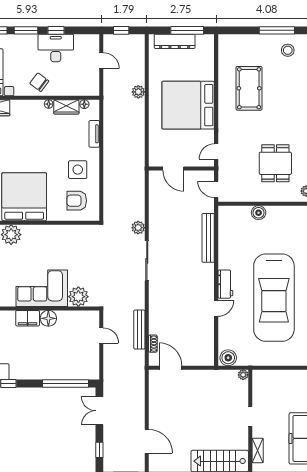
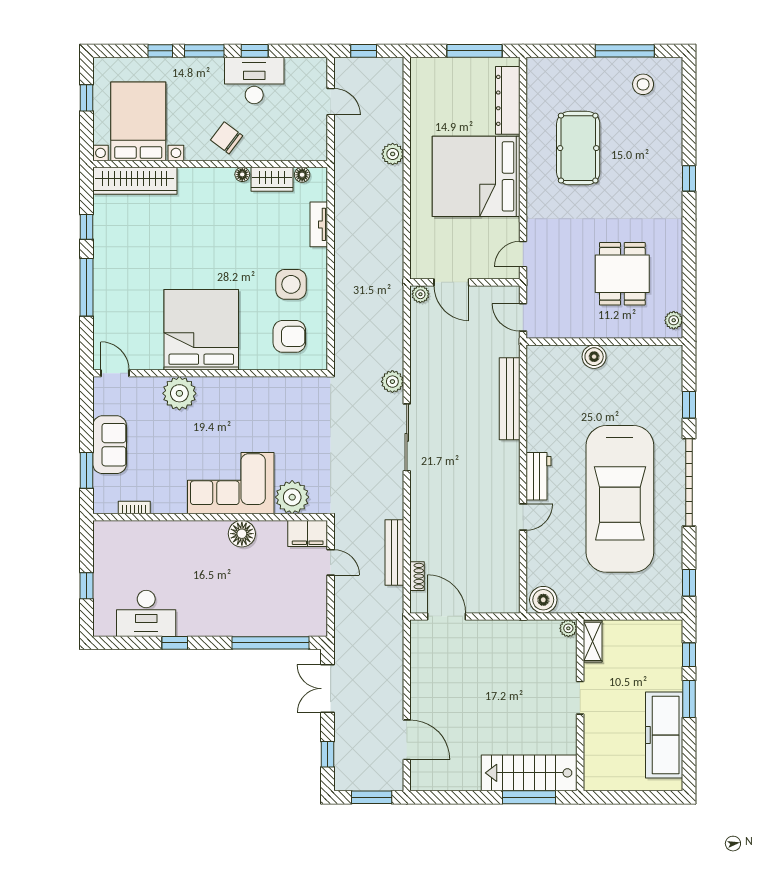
dresser: (175, 41) -> (508, 100), moved, turned 90
plant: (155, 175) -> (420, 294), added
armchair: (77, 201) -> (289, 336), turned 180
filing cabinet: (28, 318) -> (308, 533), moved
shelving: (258, 451) -> (593, 641), moved

